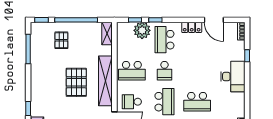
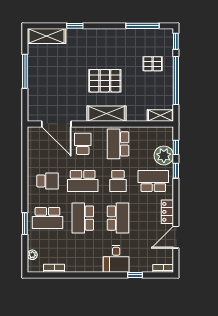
school desk: (164, 71) -> (118, 181), turned -90
school desk: (197, 71) -> (118, 218), added
desk: (233, 77) -> (116, 259), width x0.73
shelving: (105, 81) -> (106, 114), width x0.68

